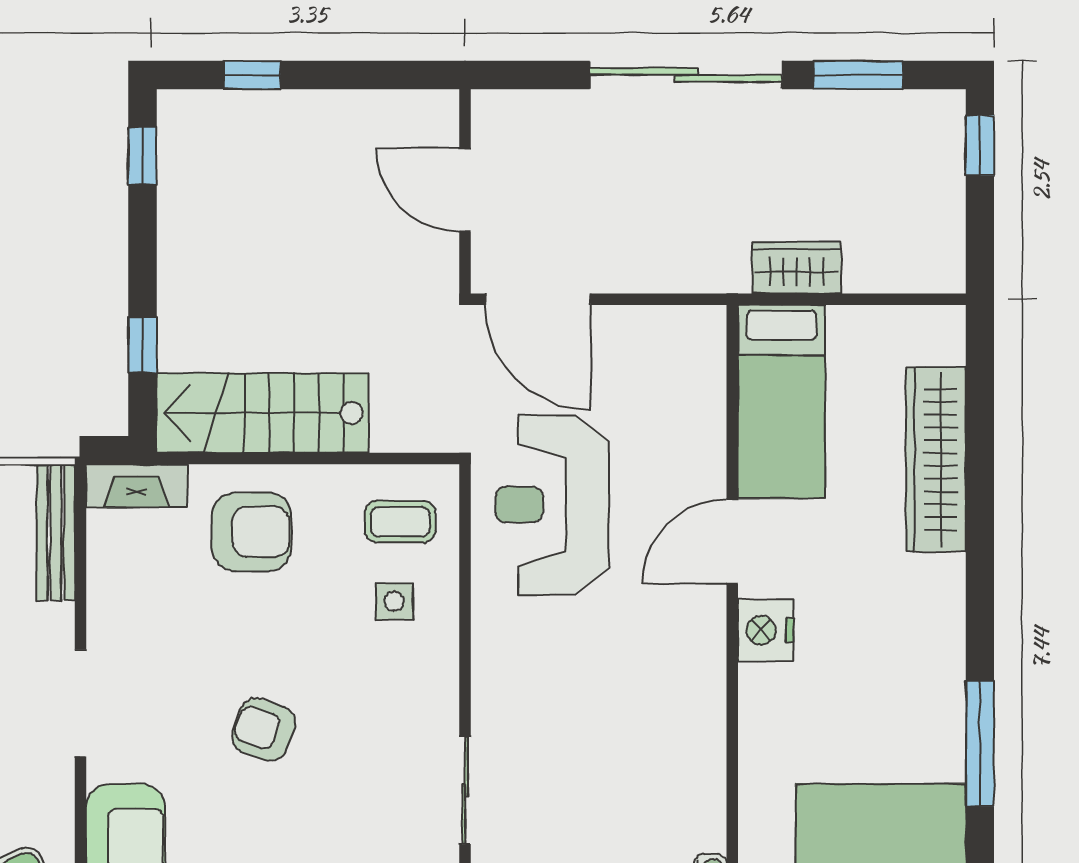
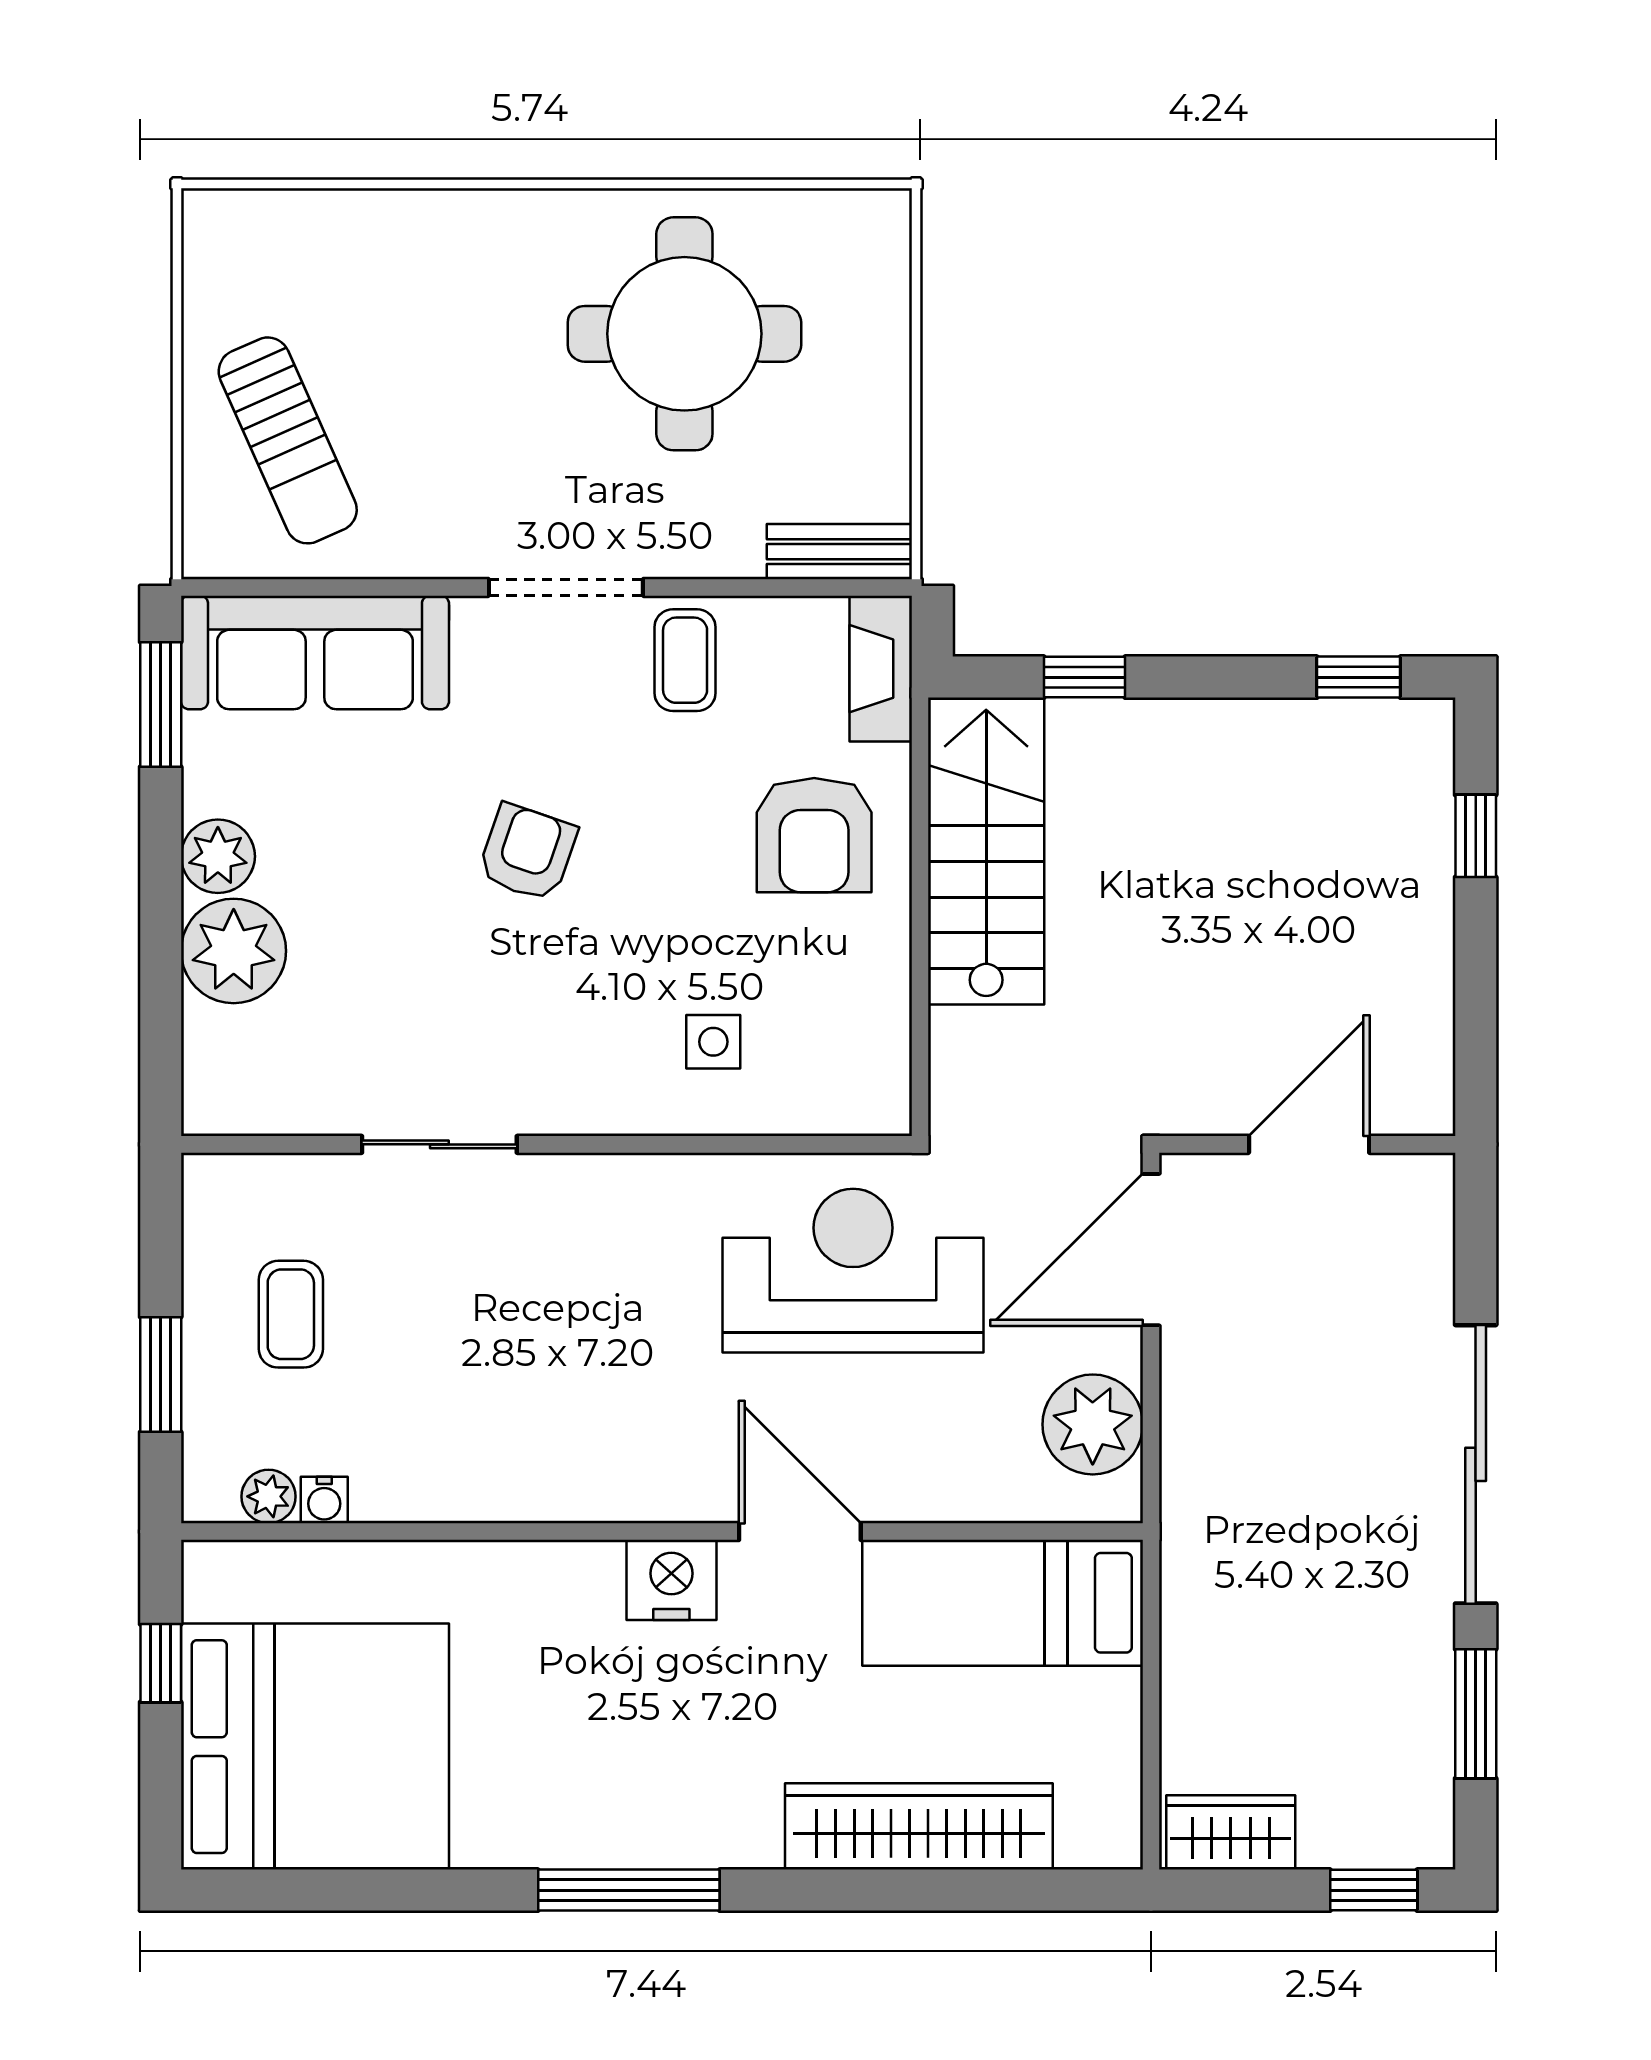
wardrobe: (797, 268) -> (1231, 1832), moved, turned -90
plant: (658, 339) -> (1093, 1424), added
coffee table: (400, 522) -> (685, 660), moved
bench: (56, 532) -> (839, 552), width x0.73
window: (980, 743) -> (629, 1890), moved

